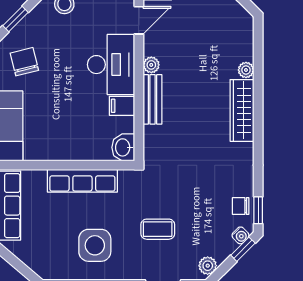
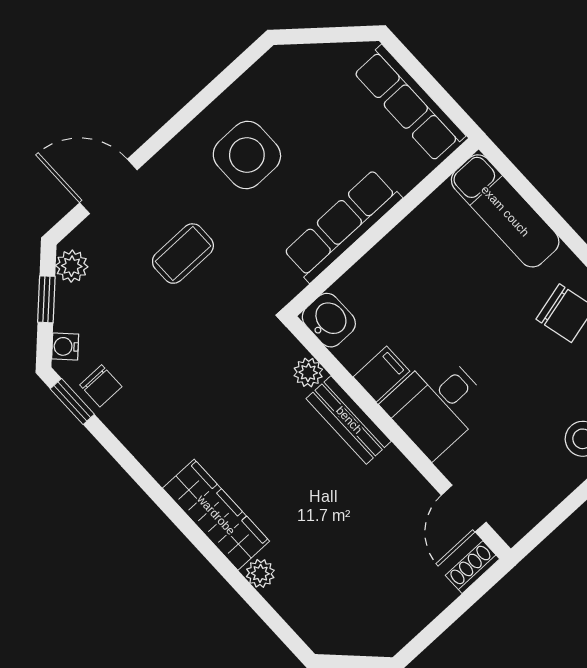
desk: (111, 65) -> (437, 405), width x0.73
plant: (151, 65) -> (308, 372), moved
chair: (241, 206) -> (101, 386), turned 90
window: (243, 249) -> (46, 299), moved

